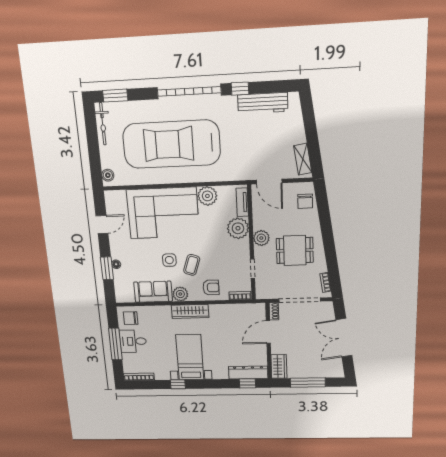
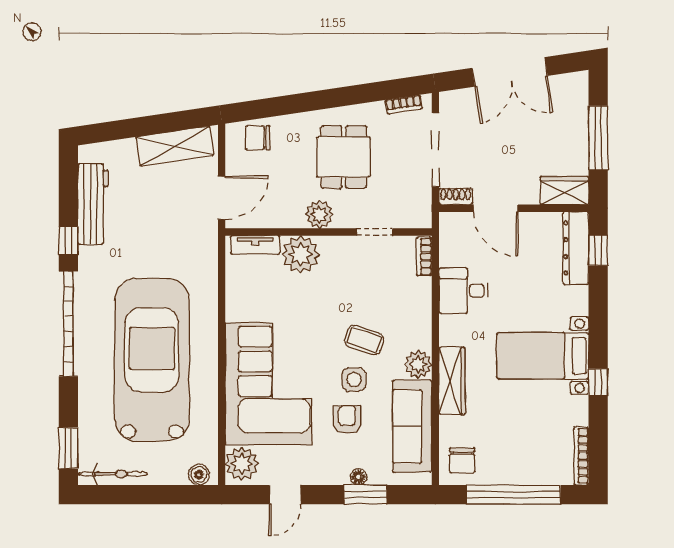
car: (172, 144) -> (152, 360), turned 180
shelving: (303, 159) -> (175, 146), width x1.50, depth x1.33
plant: (207, 196) -> (242, 464), moved
chair: (305, 201) -> (258, 138), turned 180
door: (102, 225) -> (285, 495), swing flipped
armchair: (211, 288) -> (347, 420), moved
sofa: (153, 292) -> (412, 426), width x1.36
wardrobe: (190, 311) -> (452, 381), moved
desk: (133, 341) -> (464, 291), moved, turned 90
window: (115, 344) -> (513, 495), width x1.46

